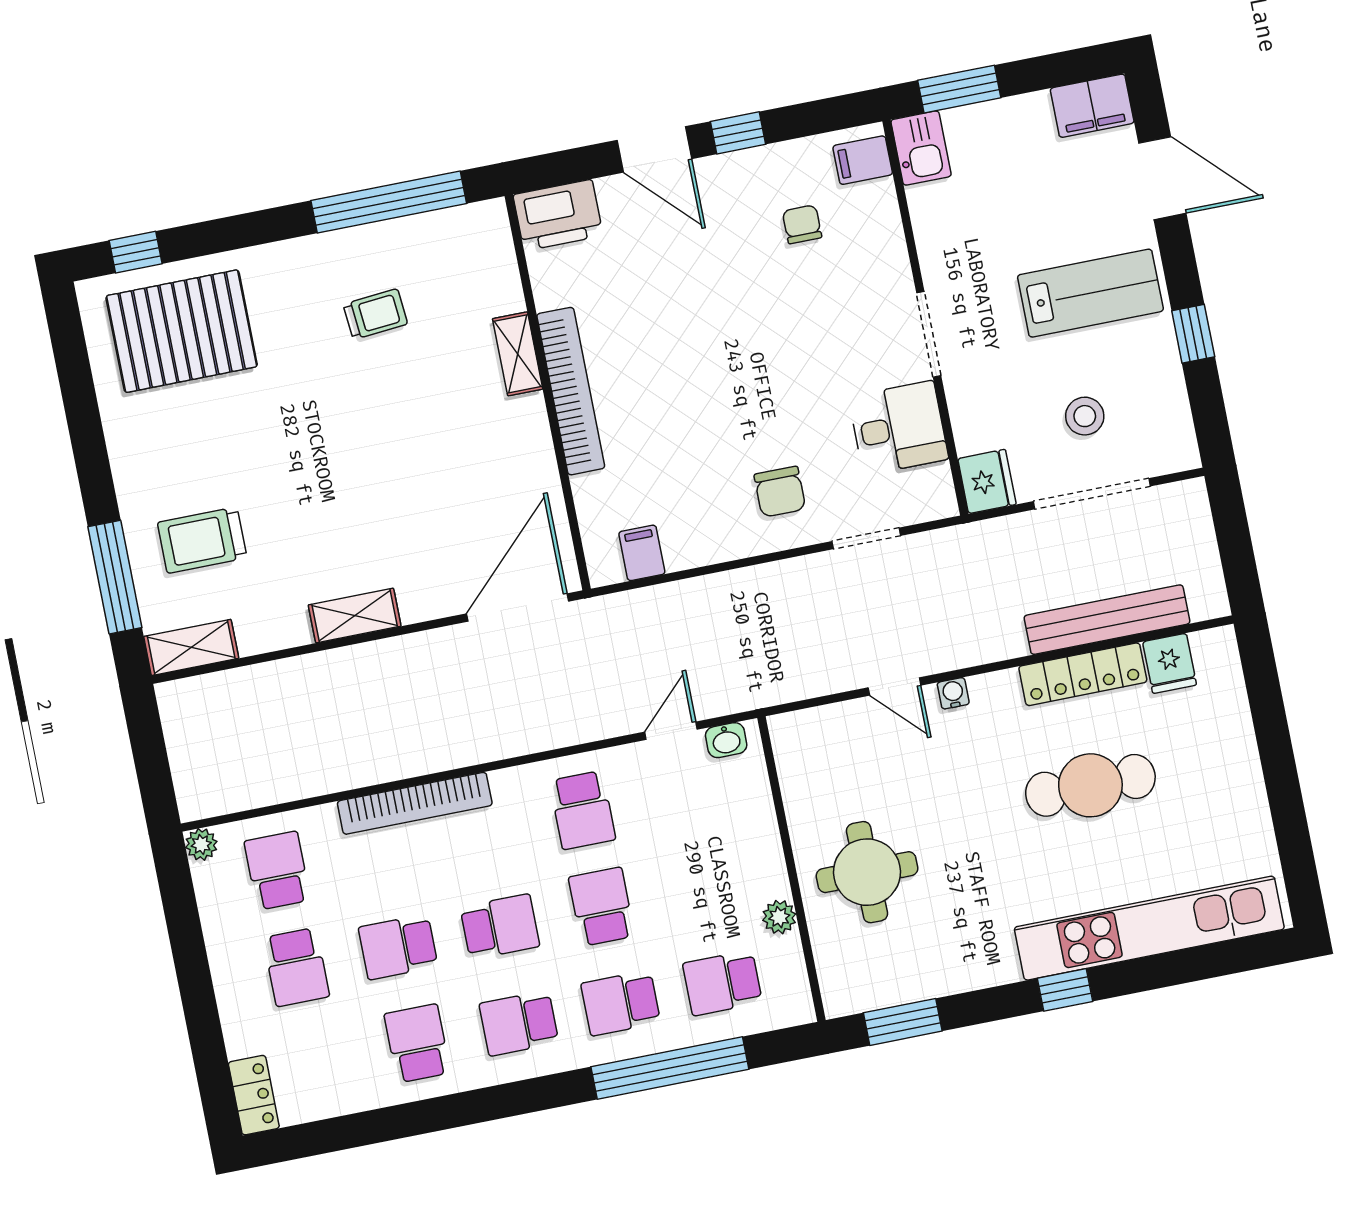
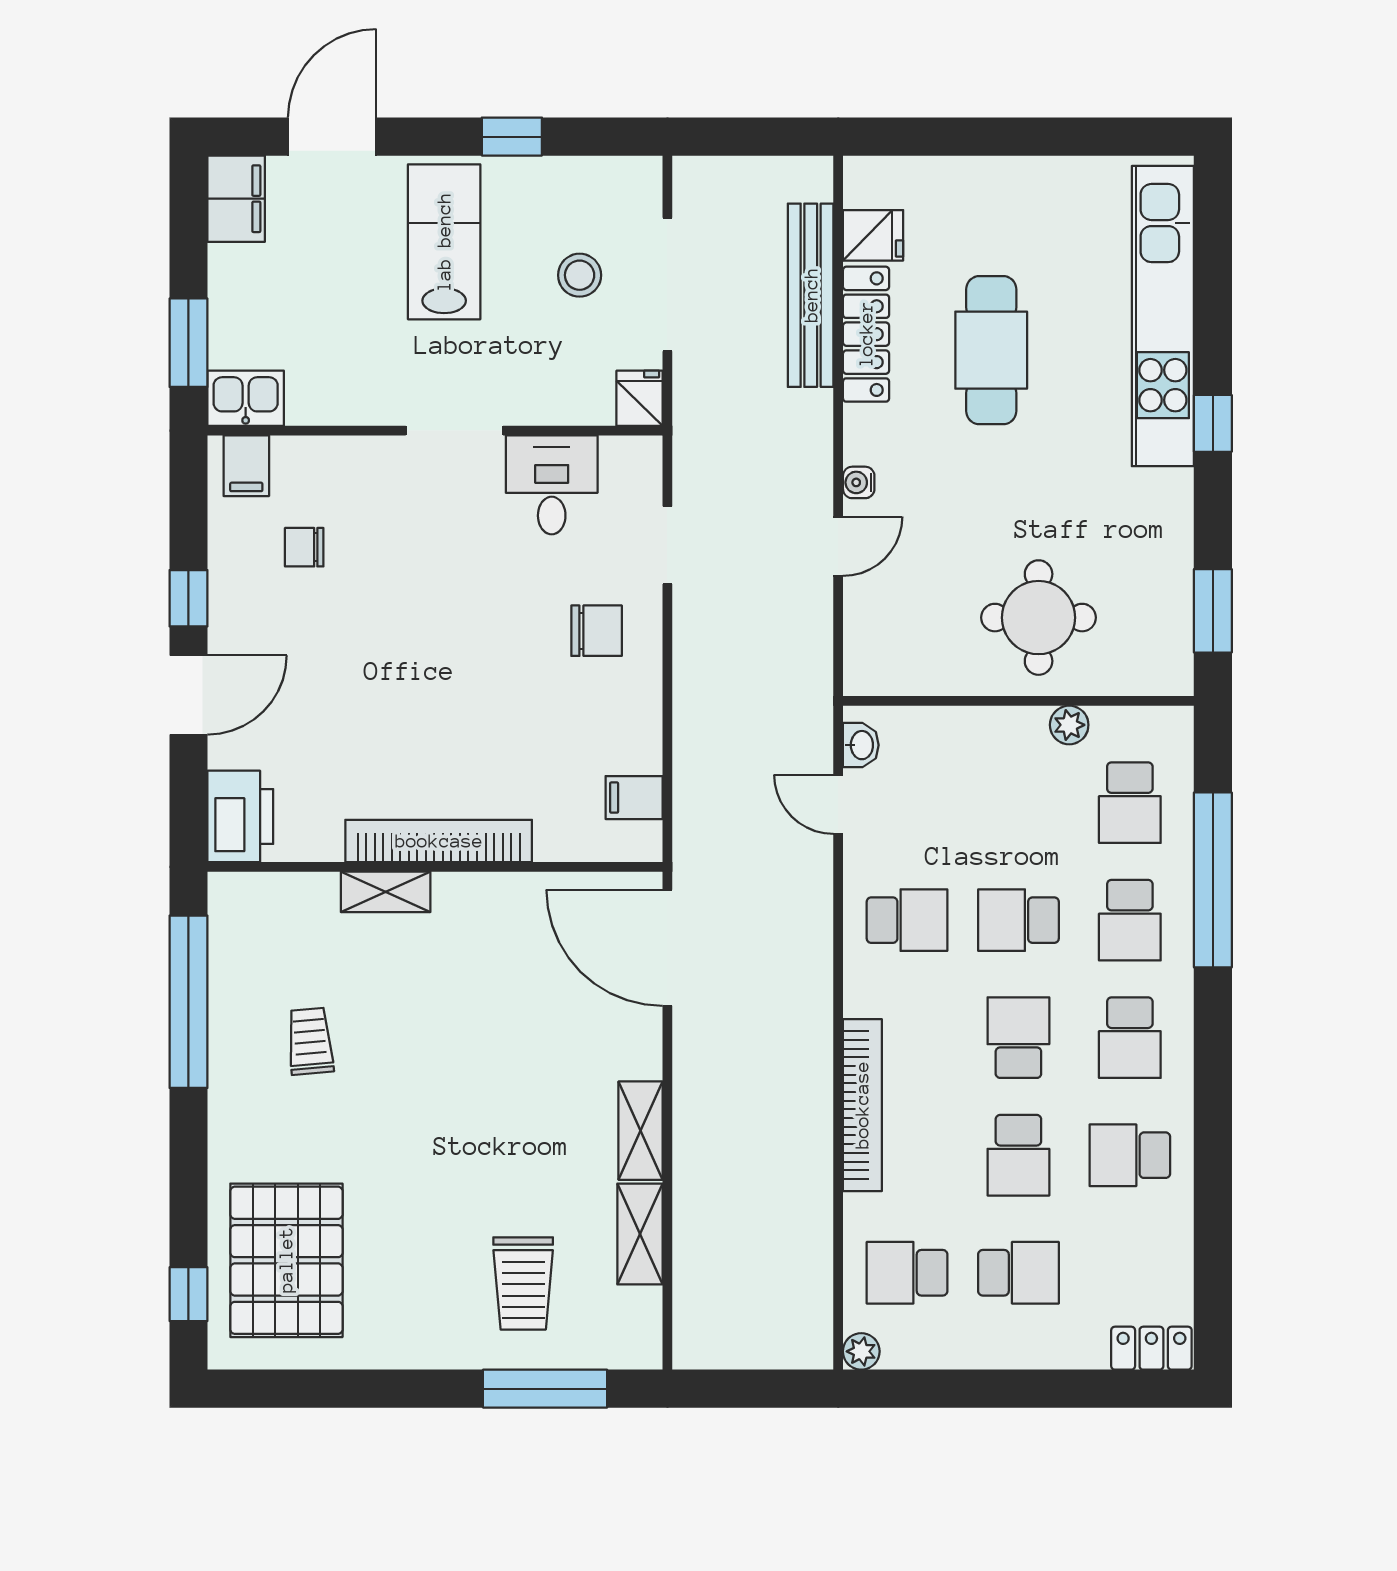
fridge: (987, 481) -> (640, 398), width x0.72
shelving: (191, 647) -> (640, 1234), moved

